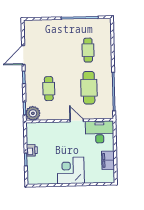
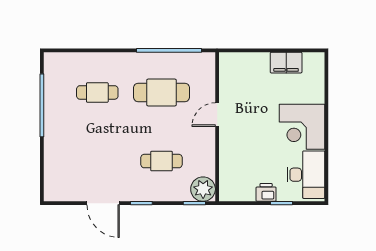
desk: (100, 132) -> (306, 175), moved, turned 180

